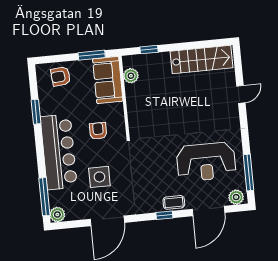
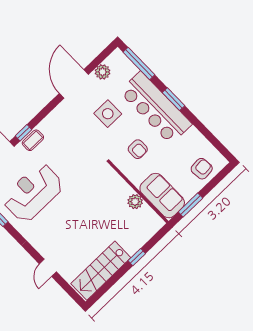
window: (149, 50) -> (137, 257), moved
plant: (131, 76) -> (135, 202), moved
window: (36, 112) -> (173, 99), moved
plant: (57, 215) -> (103, 72), moved
window: (164, 215) -> (23, 133), moved

